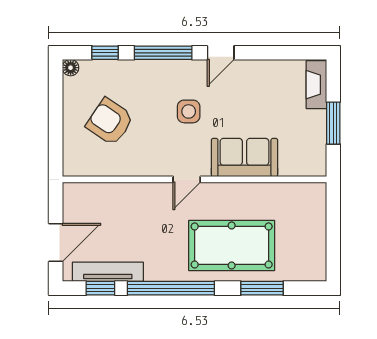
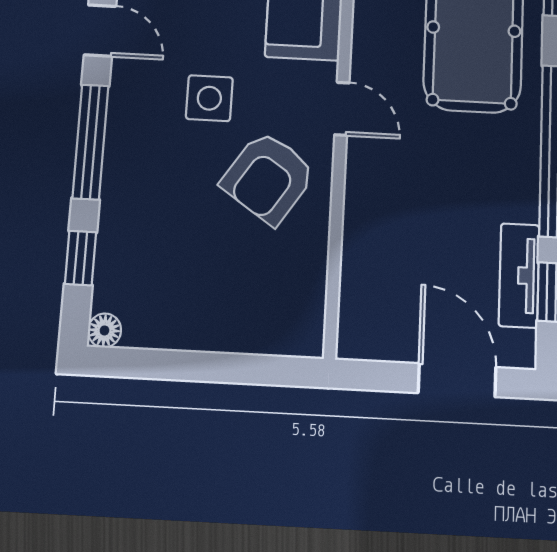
armchair: (110, 122) -> (268, 178), moved
tv unit: (108, 272) -> (519, 275), width x0.71

